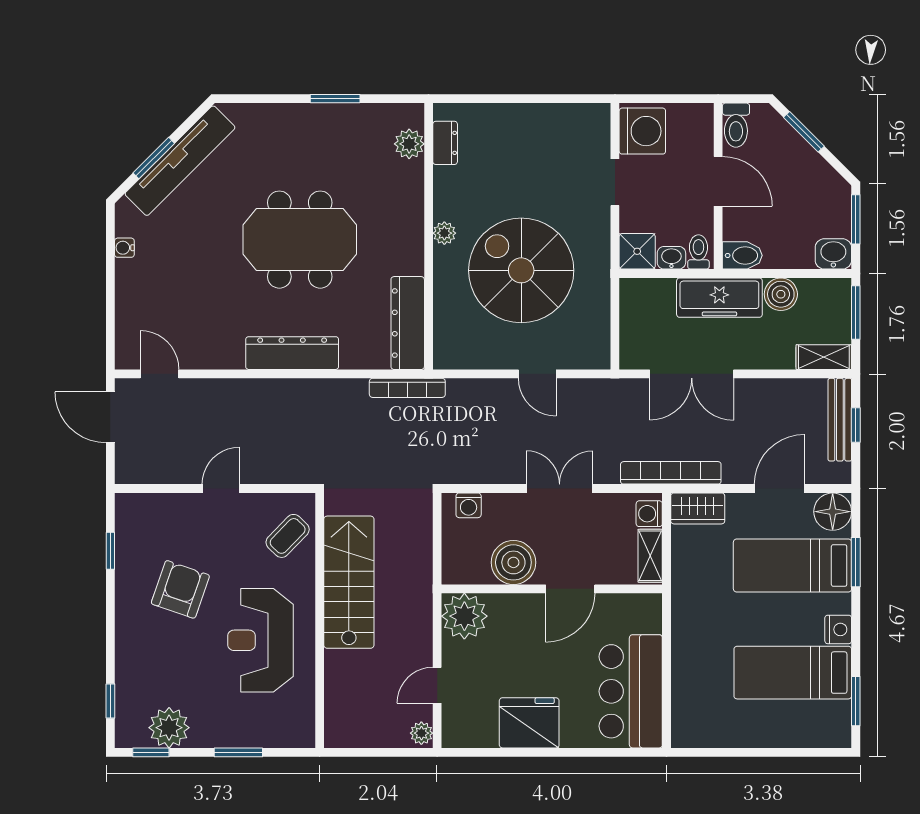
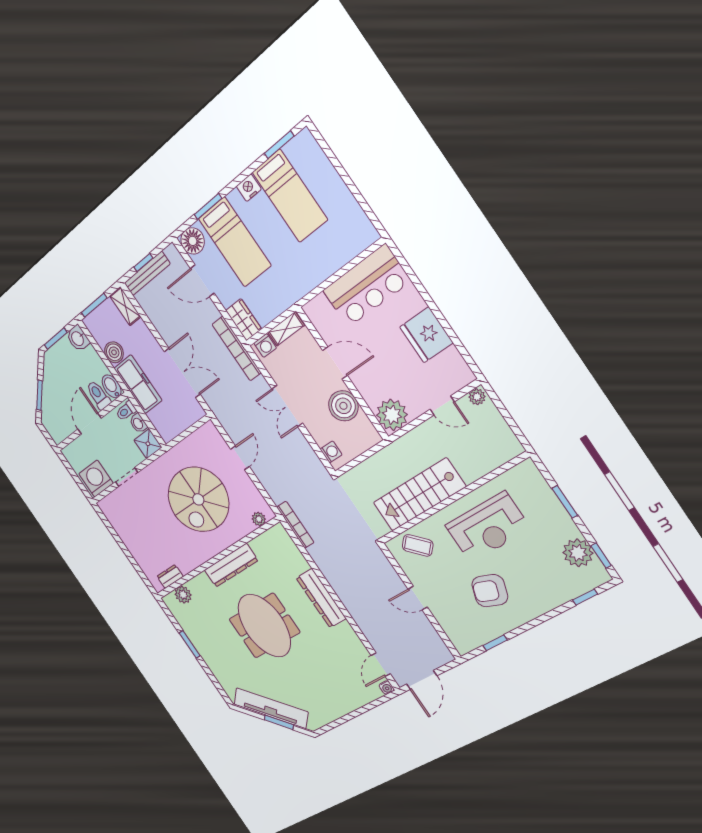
toilet: (736, 125) -> (98, 395), moved, turned -90
plant: (444, 233) -> (259, 519), moved
water cooler: (124, 248) -> (387, 688), moved
dresser: (408, 323) -> (231, 565), moved

